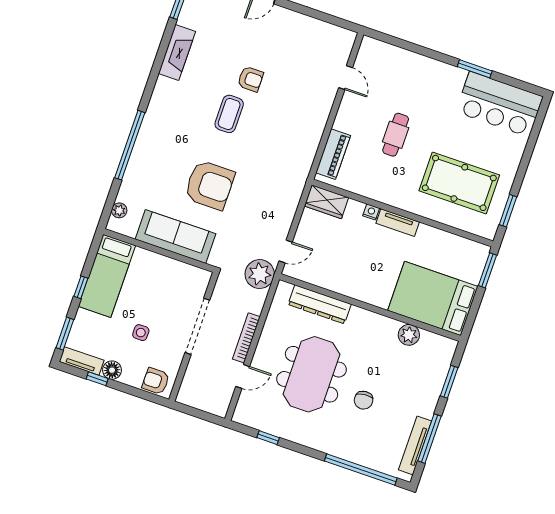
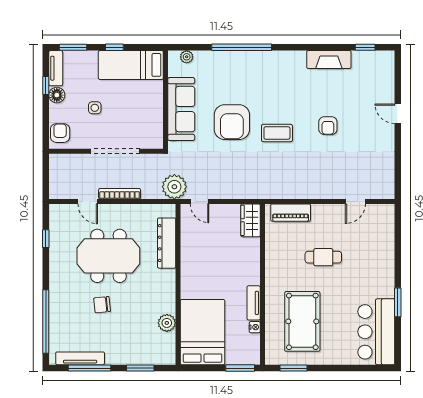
coffee table: (229, 114) -> (277, 133), moved
nightstand: (371, 212) -> (255, 327), moved
tv unit: (398, 223) -> (254, 303), moved

